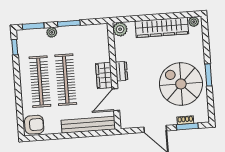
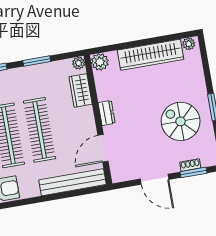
plant: (52, 32) -> (79, 63), moved
wardrobe: (104, 75) -> (81, 90), moved
spiral stairs: (181, 84) -> (181, 121), width x0.73, depth x0.73

